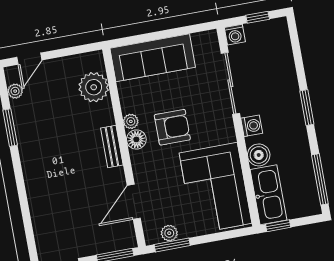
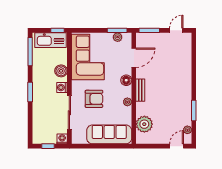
armchair: (172, 127) -> (94, 99), moved, turned 180
floor lamp: (136, 139) -> (126, 80), moved
kitchen sink: (268, 195) -> (51, 40), moved, turned -90

